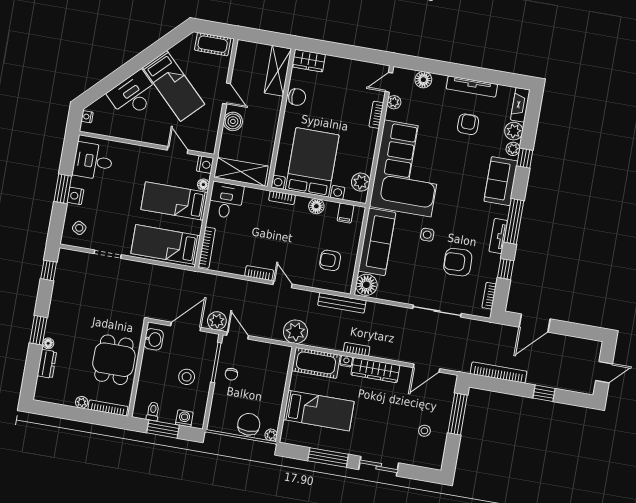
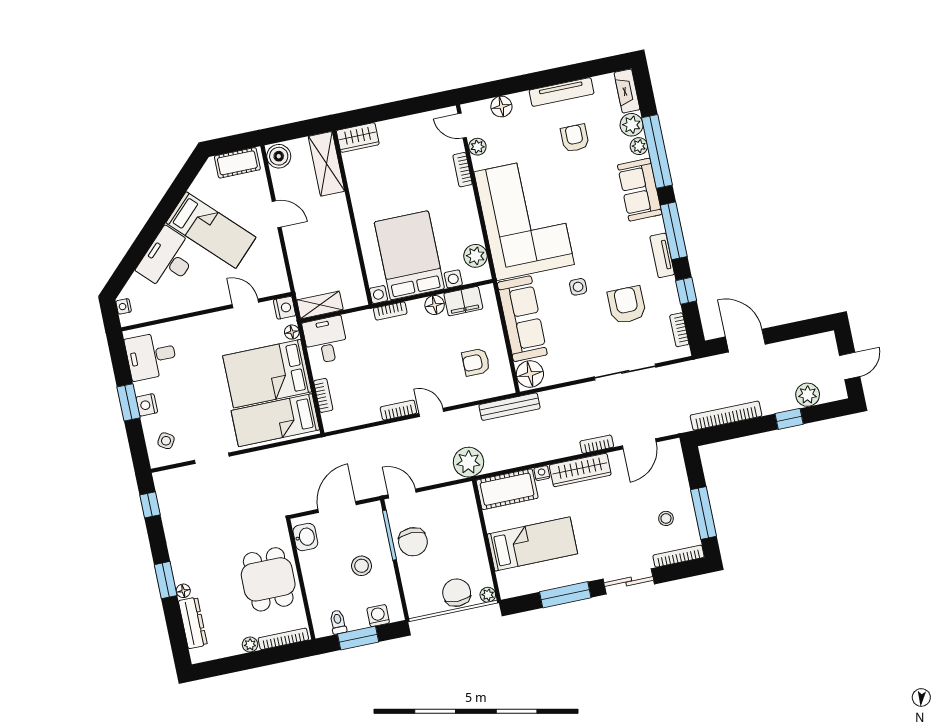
door: (389, 82) -> (462, 126), hinge flipped
chair: (297, 97) -> (361, 186), removed
boiler: (233, 121) -> (279, 156), moved
window: (525, 158) -> (657, 151), width x3.17
shelving: (241, 172) -> (320, 305), width x0.67, depth x0.75
bed: (174, 201) -> (267, 374), width x1.50
filing cabinet: (345, 213) -> (463, 301), width x2.00
bookcase: (207, 248) -> (323, 395), width x0.64
armchair: (458, 262) -> (627, 305), turned 92
plant: (217, 321) -> (808, 395), moved
door: (535, 323) -> (745, 341), swing flipped
bookcase: (357, 349) -> (597, 444), moved
dresser: (47, 364) -> (193, 623), width x1.44
chair: (231, 374) -> (413, 542), width x1.87, depth x1.87
window: (458, 414) -> (703, 513), moved
bookcase: (423, 462) -> (679, 556), added

